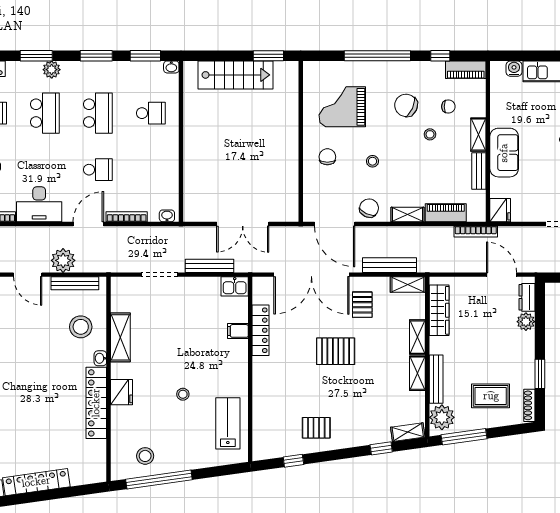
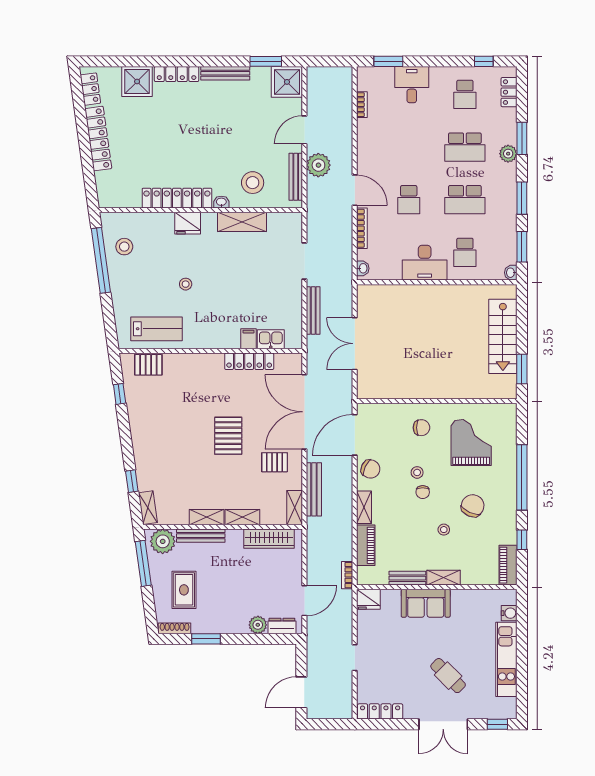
chair: (448, 107) -> (423, 492), moved
desk: (39, 204) -> (425, 263), moved, turned -90
bookcase: (476, 232) -> (347, 575), width x0.64
kitchen sink: (235, 286) -> (271, 339), moved, turned 90
pallet: (316, 428) -> (148, 365), moved, turned 90

